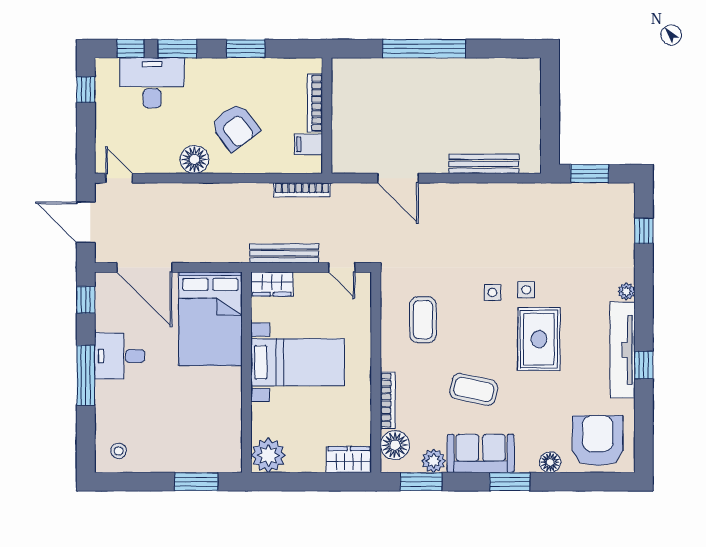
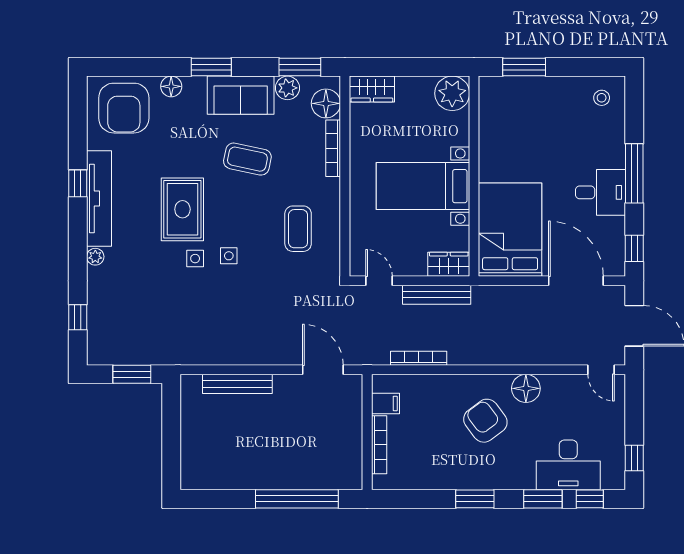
bookcase: (315, 103) -> (379, 445), moved
wall: (327, 116) -> (367, 432), moved
filing cabinet: (308, 144) -> (385, 403), moved

